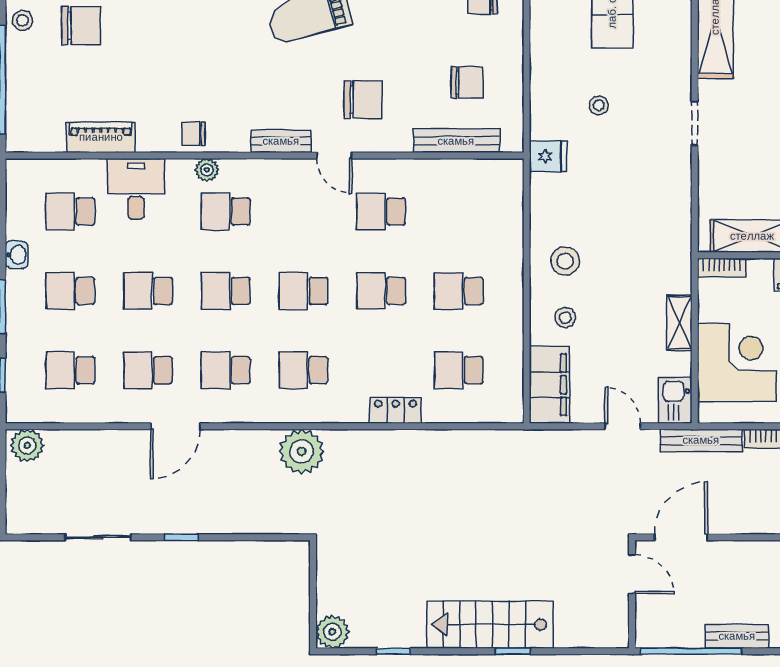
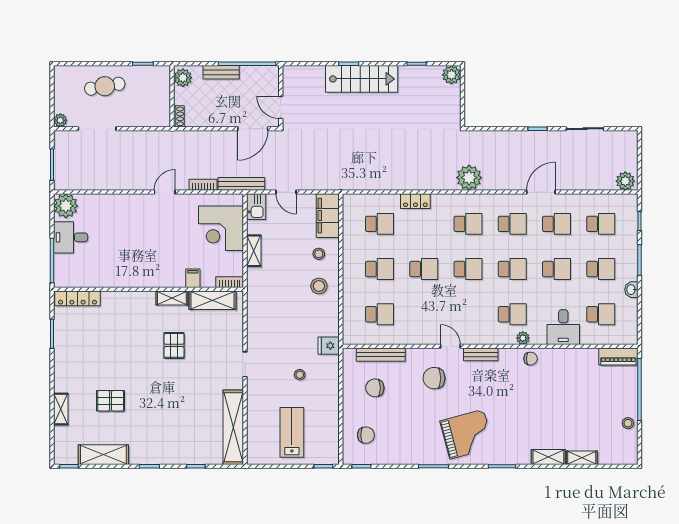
chair: (81, 26) -> (595, 420), removed
piano: (101, 137) -> (618, 356), moved
school desk: (381, 211) -> (379, 314), moved

